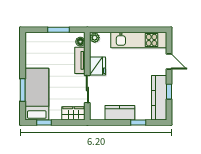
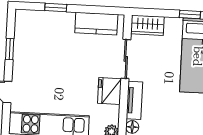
kitchen counter: (159, 98) -> (24, 41), removed
kitchen counter: (120, 113) -> (96, 24), moved

